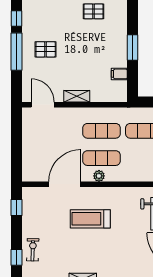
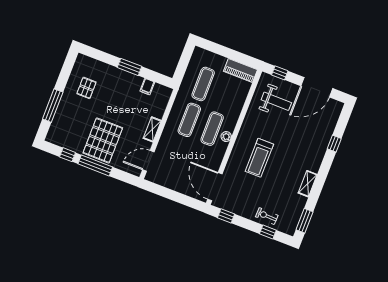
pallet: (46, 49) -> (103, 140), width x2.05, depth x2.00
door: (65, 184) -> (215, 187), moved

